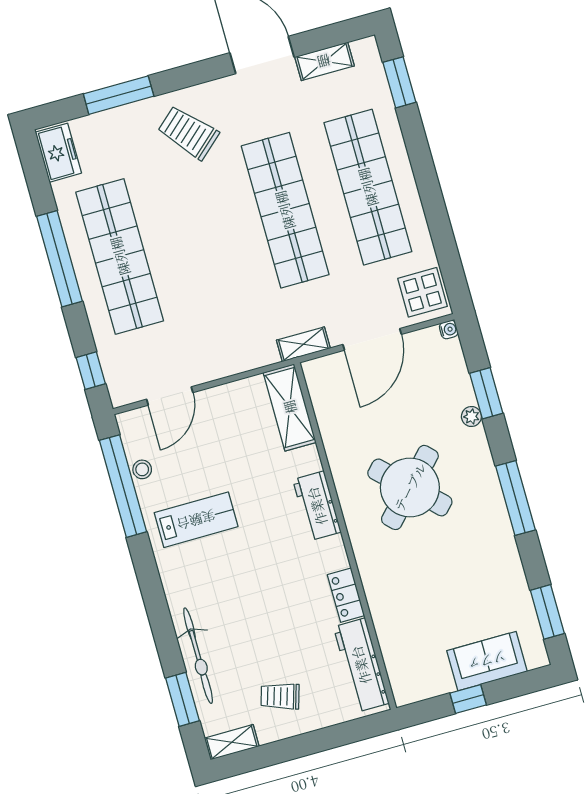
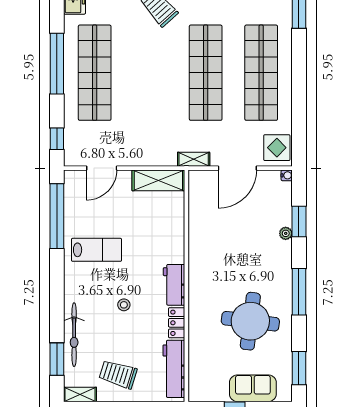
shelving: (290, 407) -> (158, 180), moved, turned 90
stool: (142, 469) -> (124, 305), moved
round table: (410, 487) -> (250, 321), moved, turned -37
workbench: (317, 506) -> (174, 285), moved
trolley: (280, 696) -> (118, 374), width x1.36, depth x1.39

